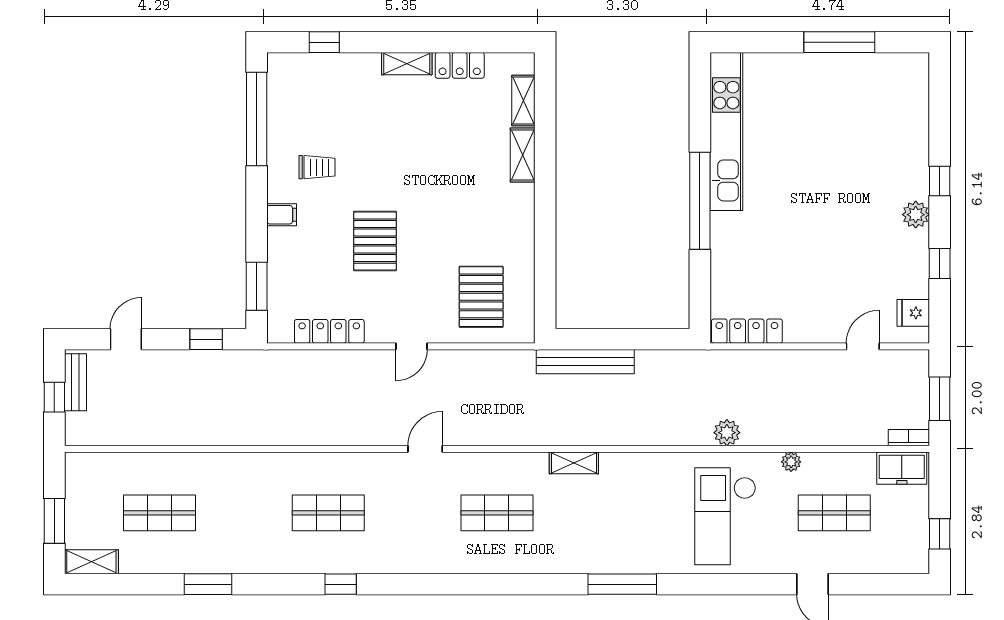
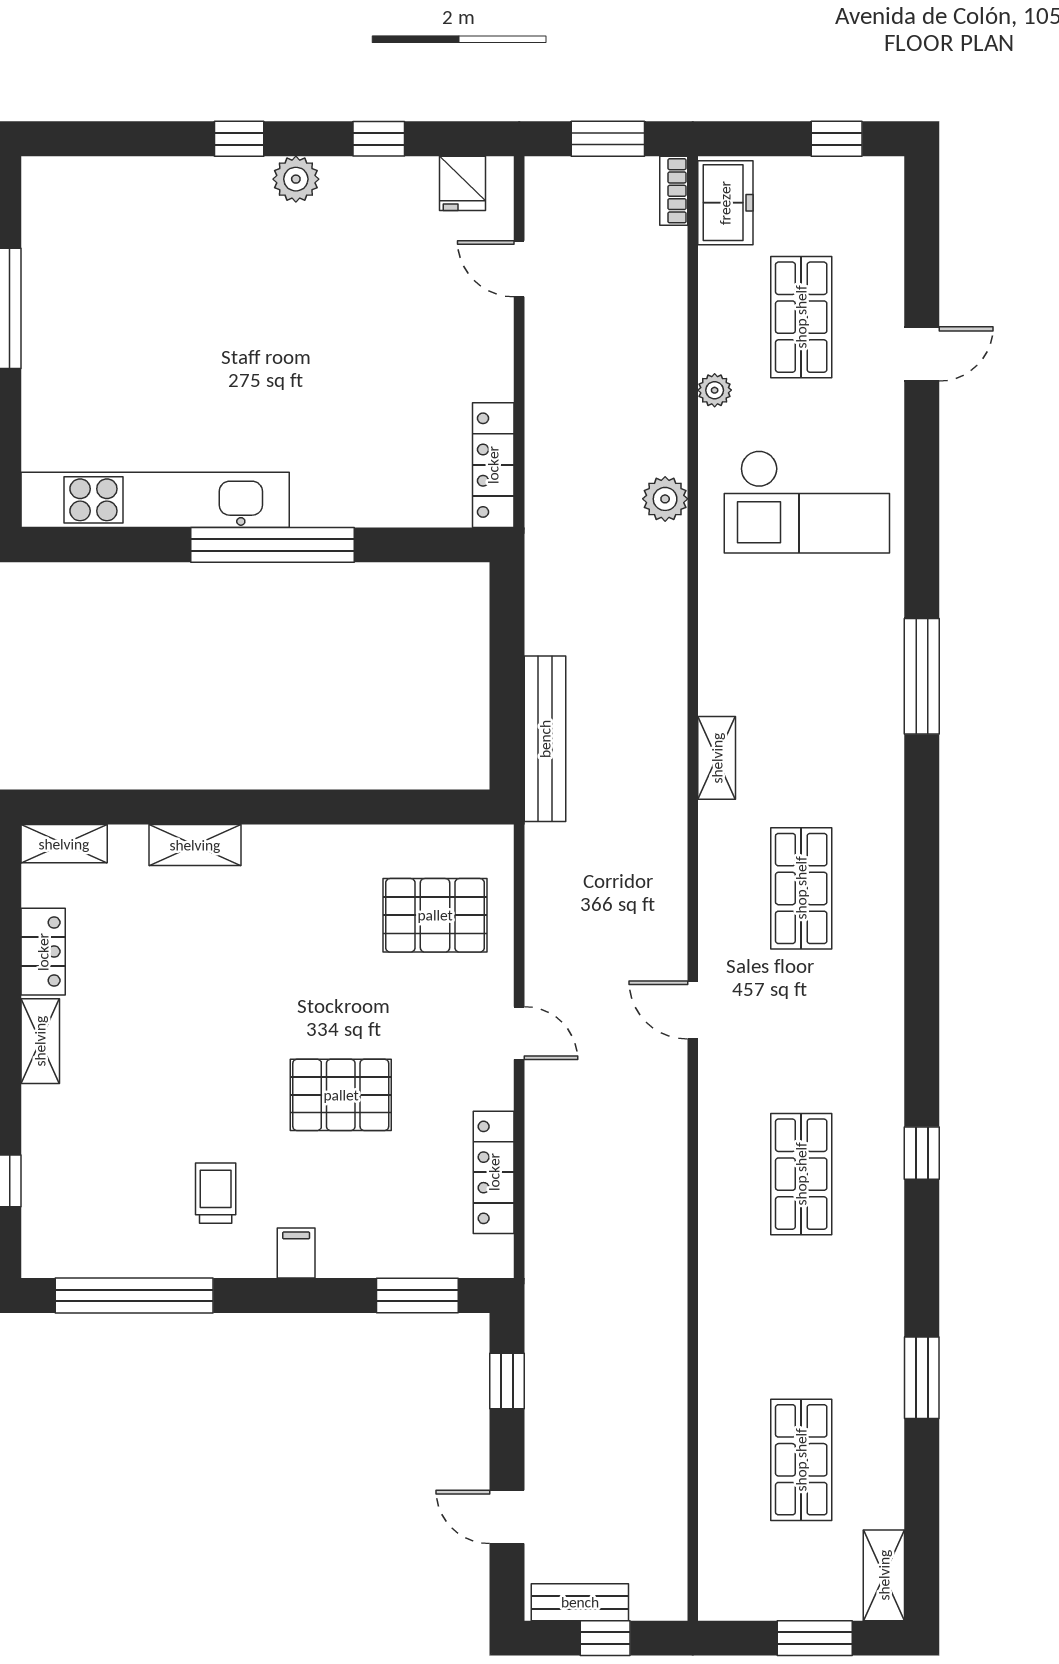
shelving: (523, 100) -> (64, 844), moved

